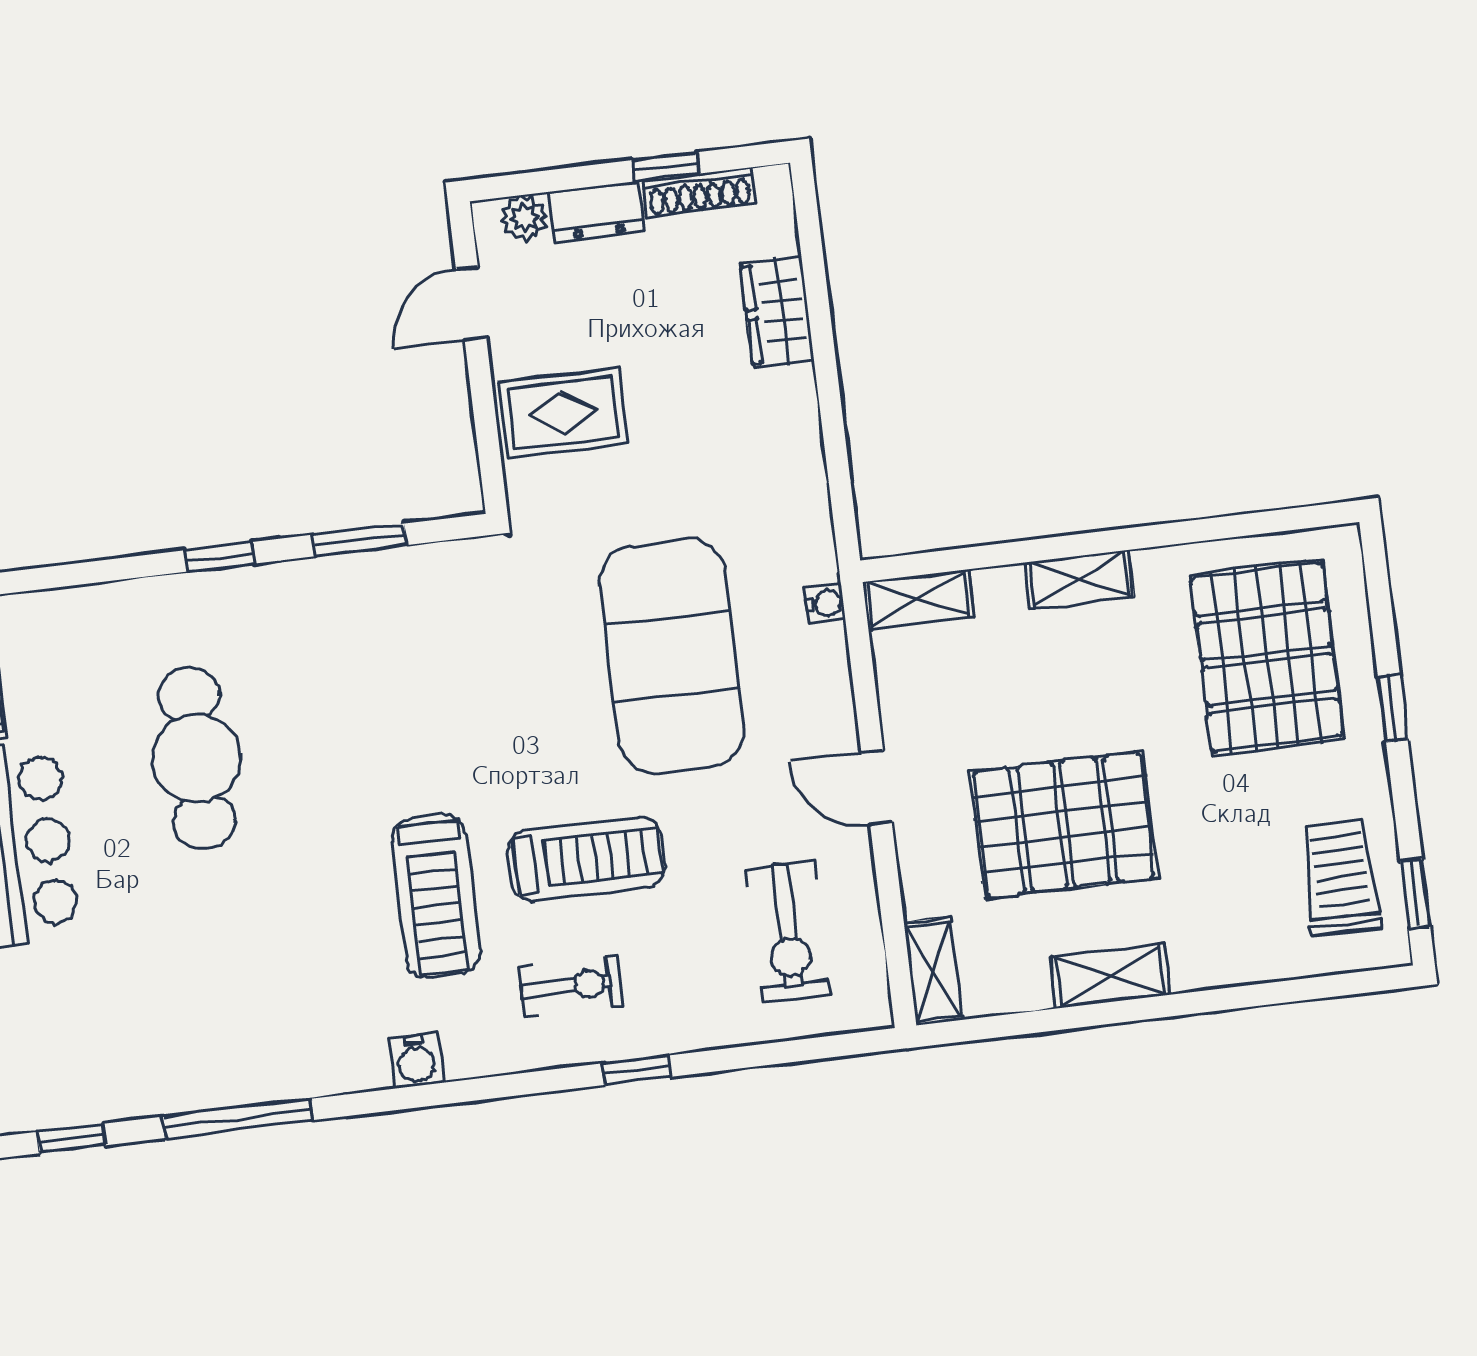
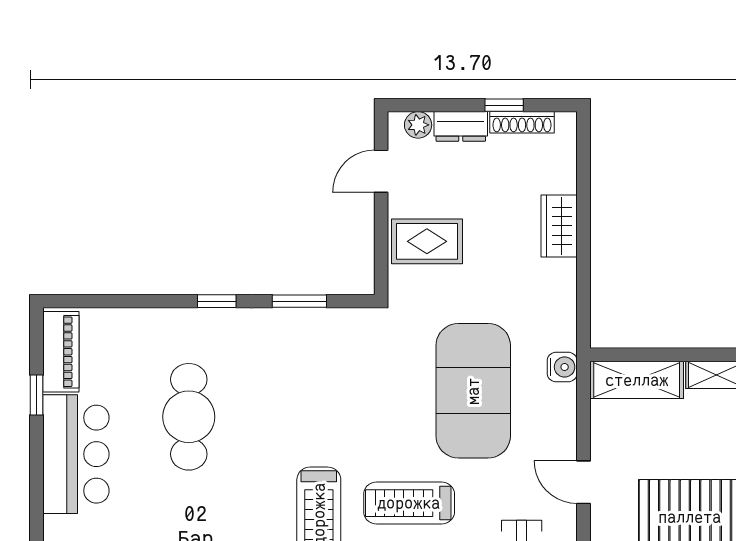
wardrobe: (777, 311) -> (559, 226), moved
shelving: (918, 599) -> (637, 380), width x1.50, depth x1.33
water cooler: (825, 604) -> (562, 367), width x1.38, depth x1.38
treadmill: (586, 859) -> (409, 503), turned 180

